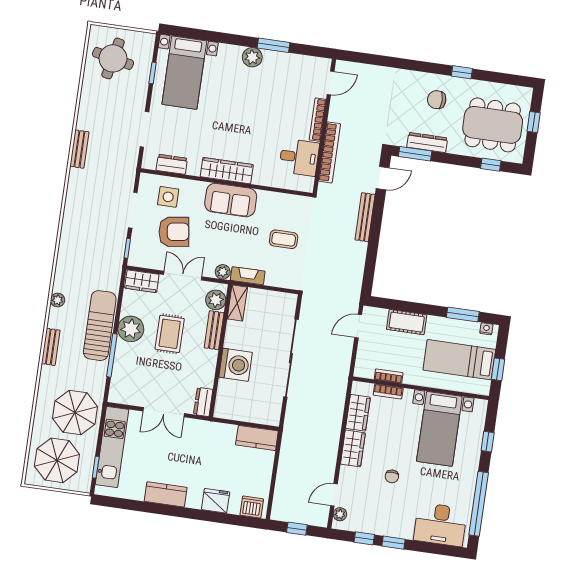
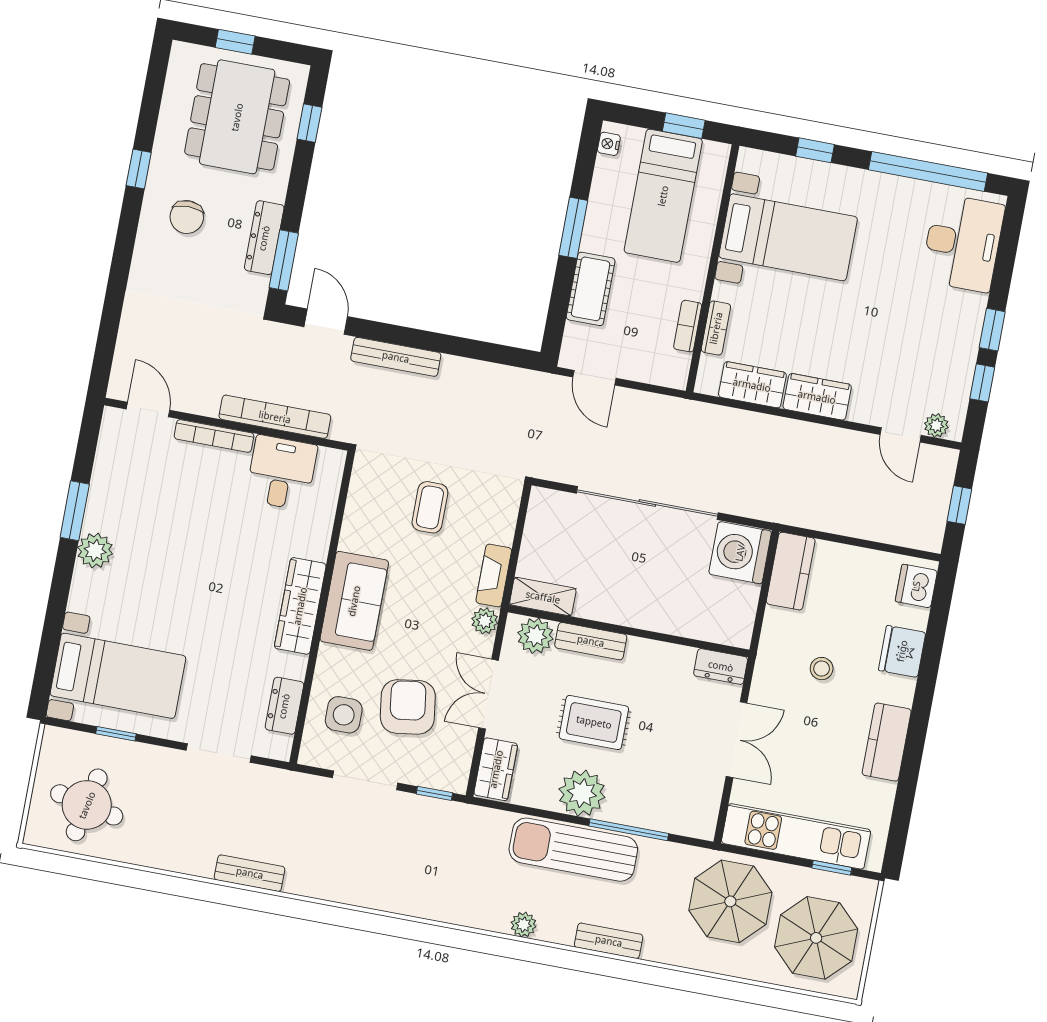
window: (463, 315) -> (573, 228), moved
washing machine: (236, 365) -> (740, 553), moved, turned -90
stool: (204, 457) -> (822, 669), added
chair: (392, 476) -> (871, 328), removed

